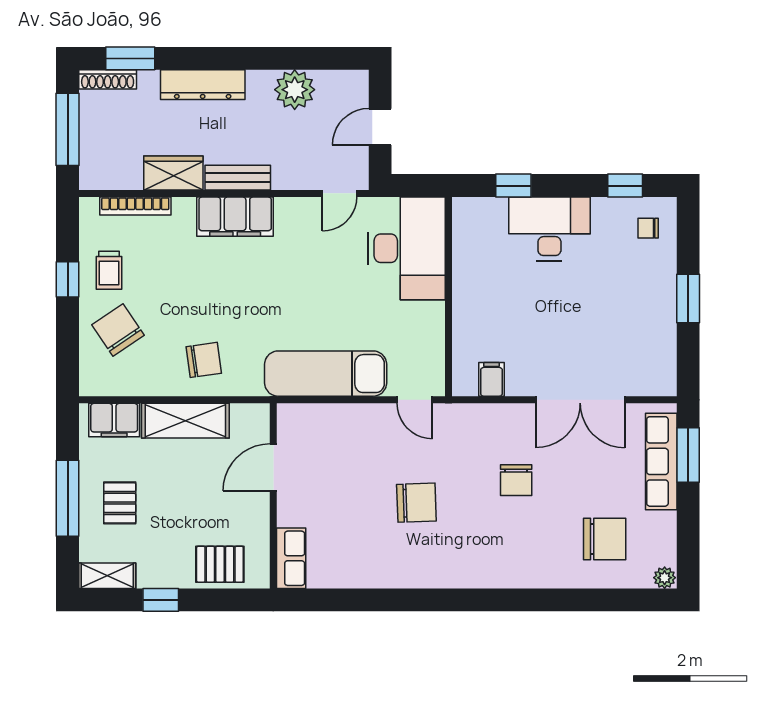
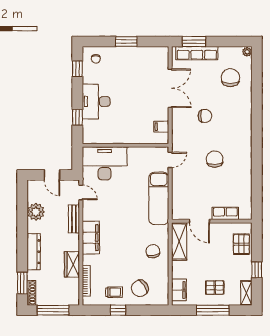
bench: (238, 178) -> (74, 219), moved
shelving: (185, 421) -> (179, 241), moved
row of seats: (291, 558) -> (225, 213), moved

